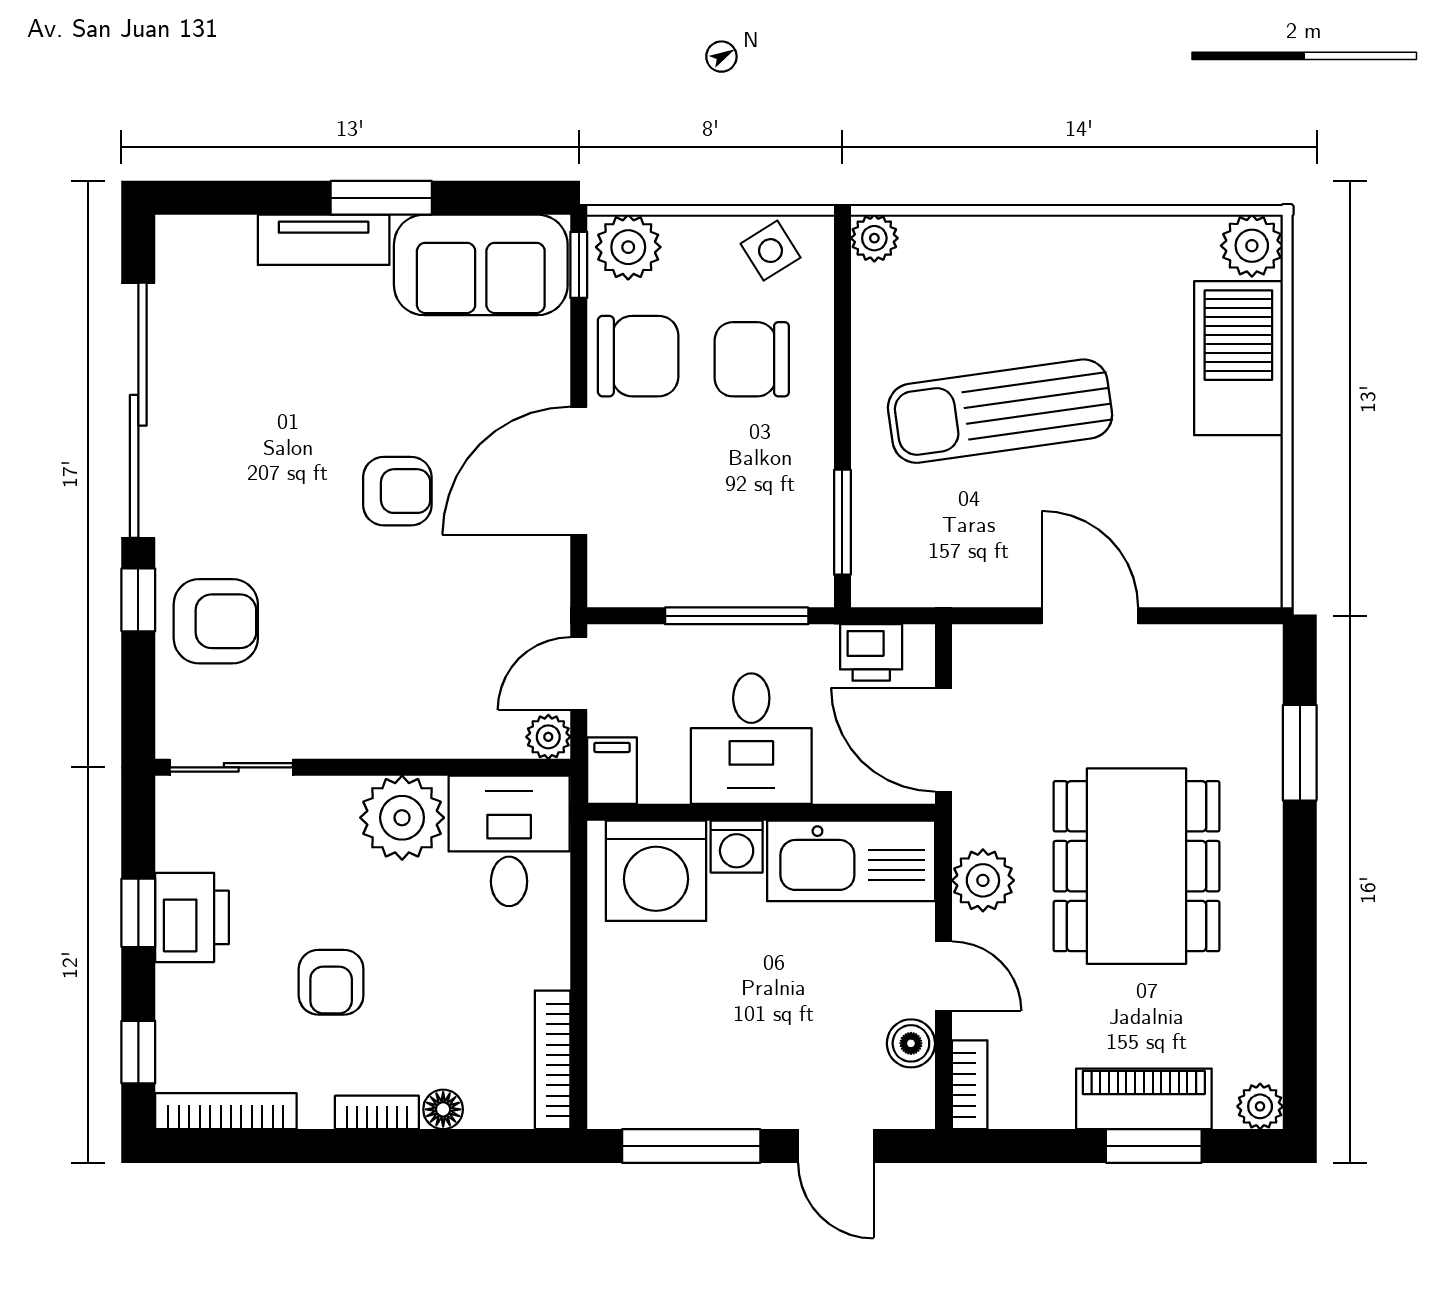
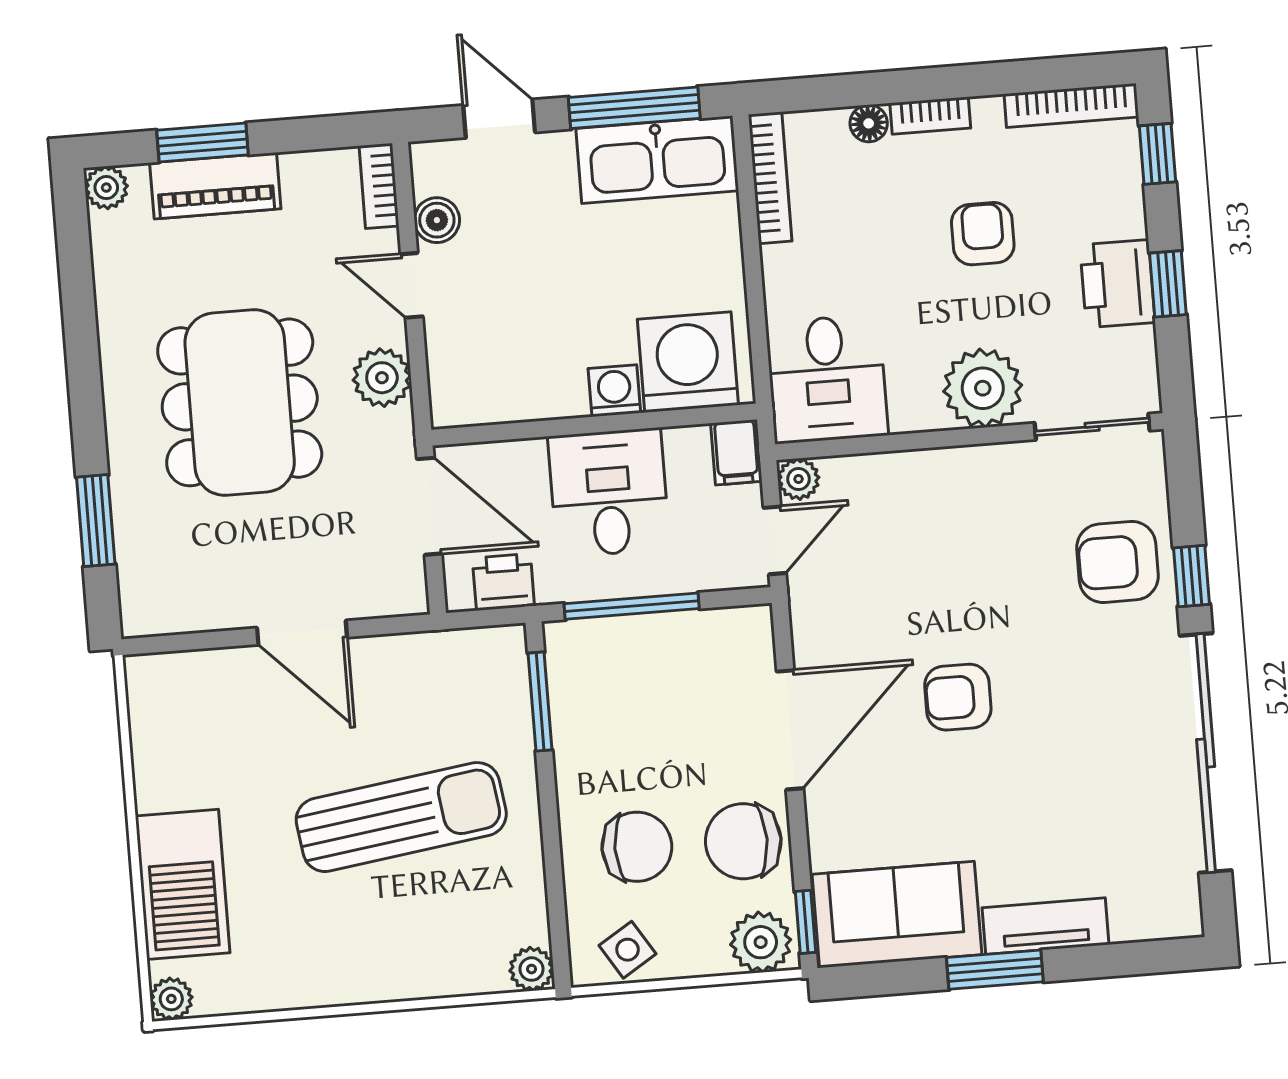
plant: (1252, 246) -> (171, 999), width x0.73, depth x0.73
plant: (402, 818) -> (983, 388), moved
kitchen sink: (851, 861) -> (657, 160), moved, turned 180

